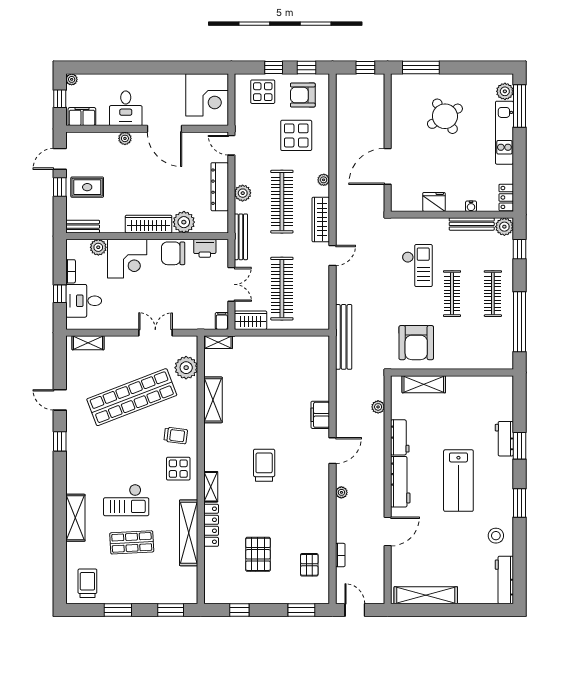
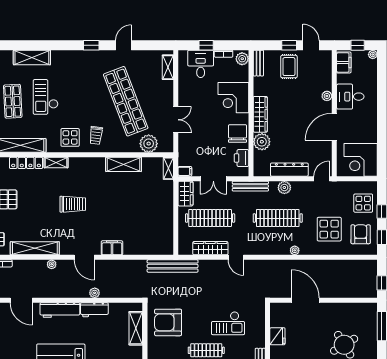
wardrobe: (321, 220) -> (210, 248), moved
plant: (98, 247) -> (242, 59), moved
plant: (378, 407) -> (95, 293), moved
shelving: (321, 514) -> (35, 248), added

